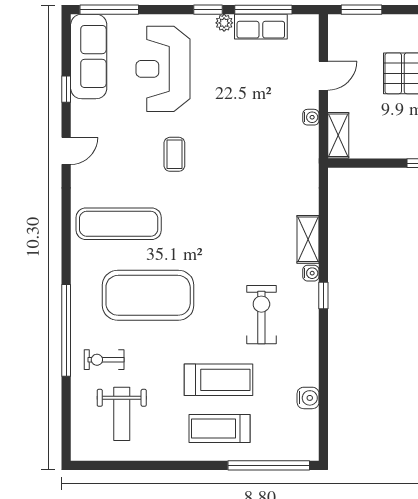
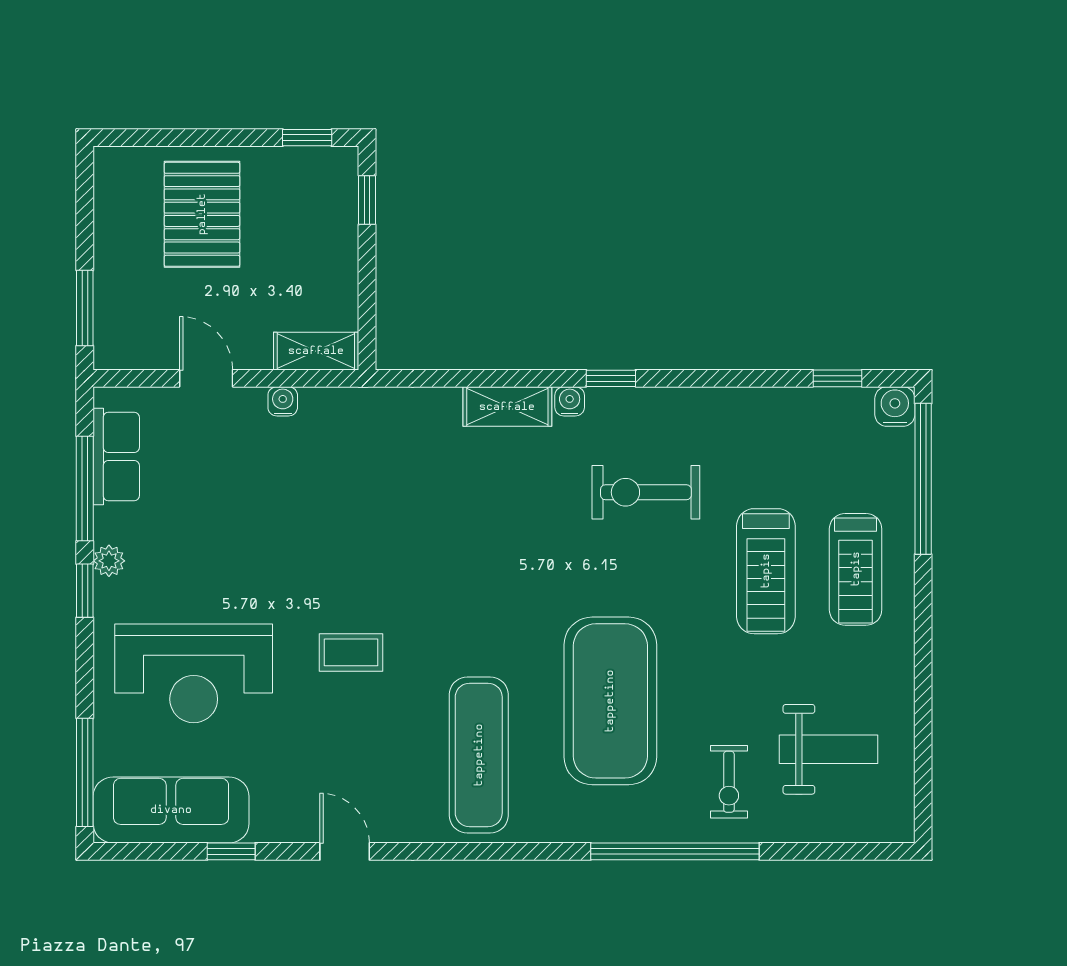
row of seats: (261, 27) -> (116, 457), moved
treadmill: (219, 380) -> (766, 571), turned 180
water cooler: (308, 398) -> (895, 407), moved
window: (323, 419) -> (837, 378), added

